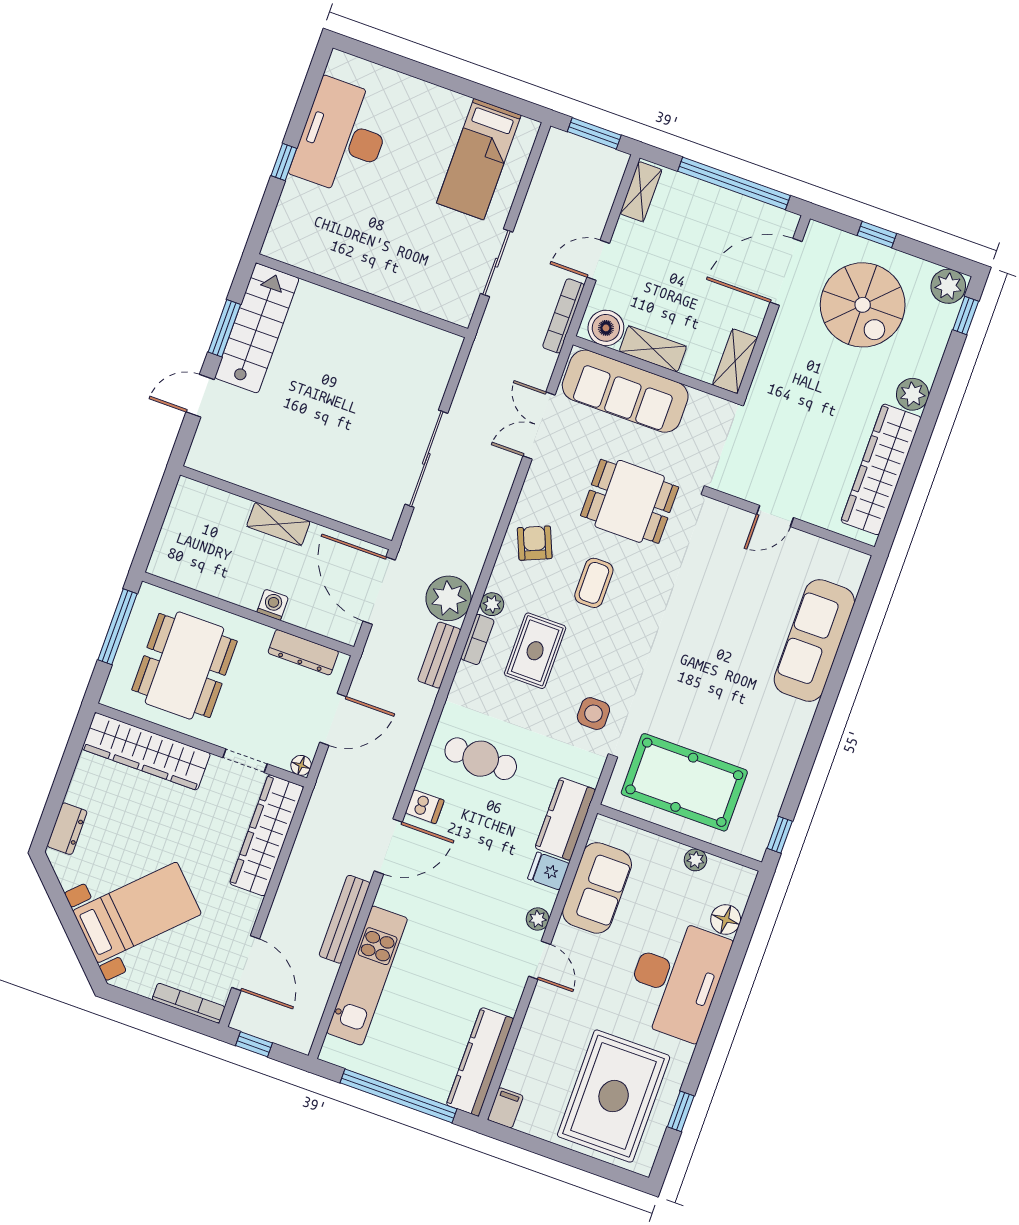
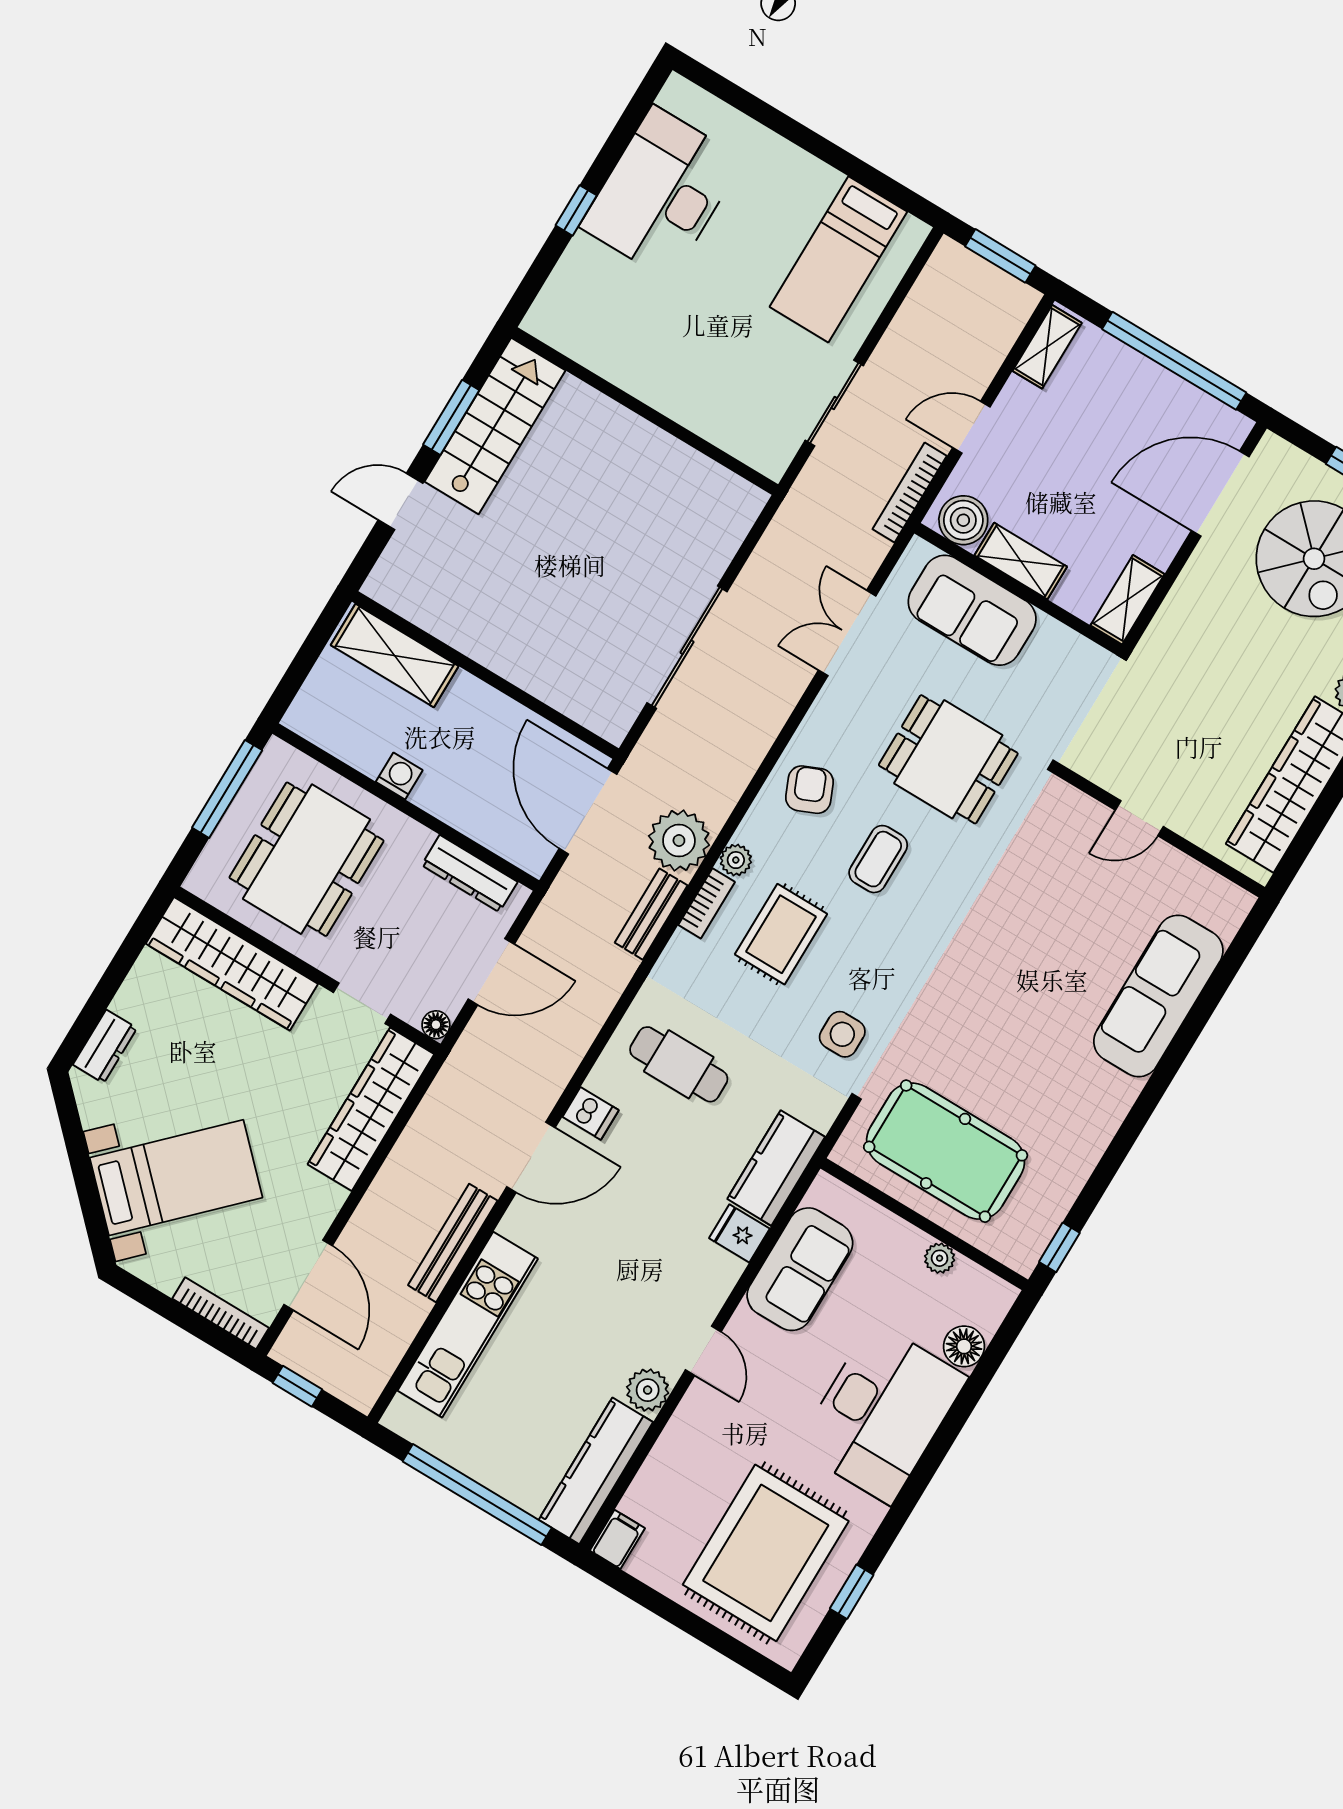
sofa: (625, 391) -> (972, 610), width x0.73
shelving: (278, 524) -> (395, 656), moved, width x1.50, depth x1.33
washing machine: (273, 605) -> (399, 776), moved
plant: (538, 919) -> (648, 1390), moved, width x1.38, depth x1.38

